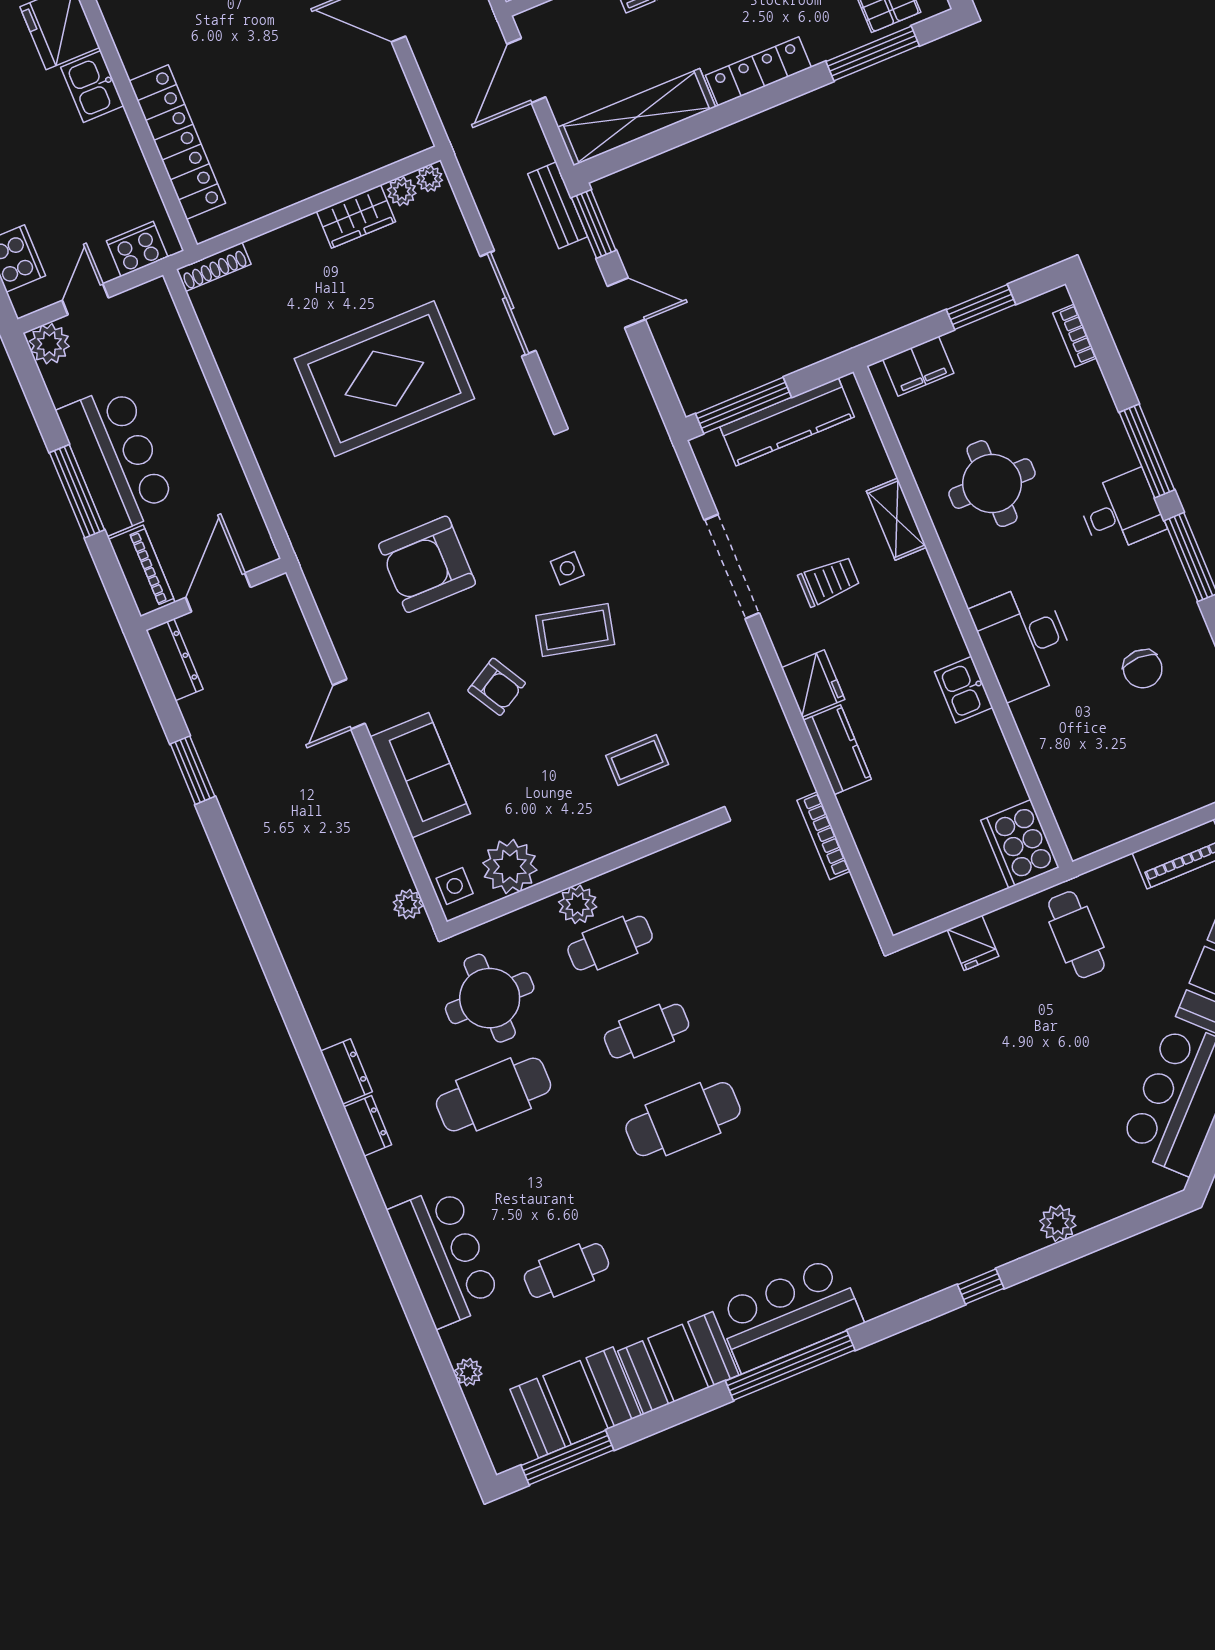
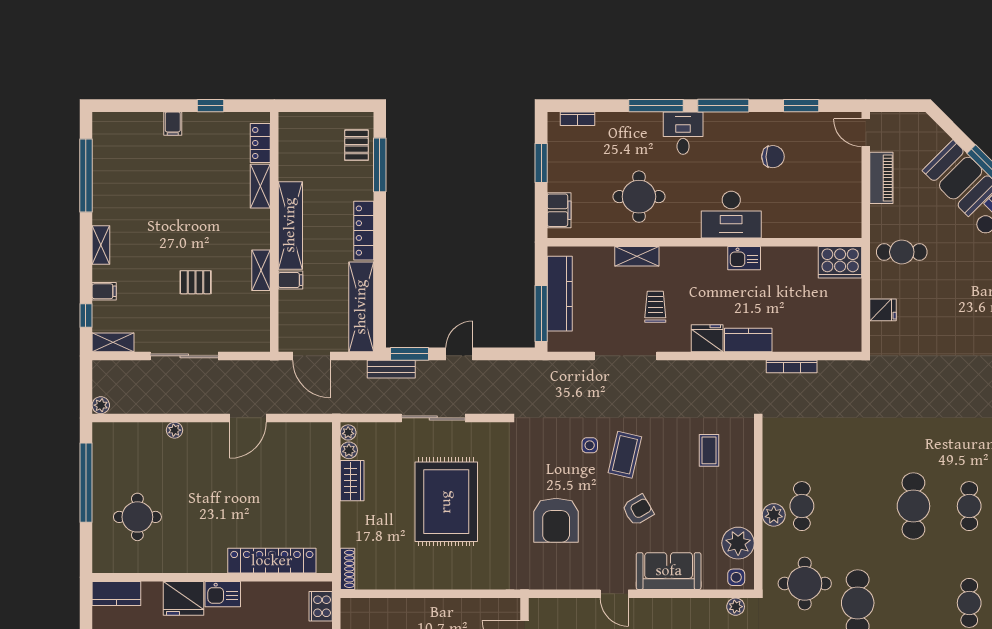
cafe table: (647, 1031) -> (969, 506), moved

